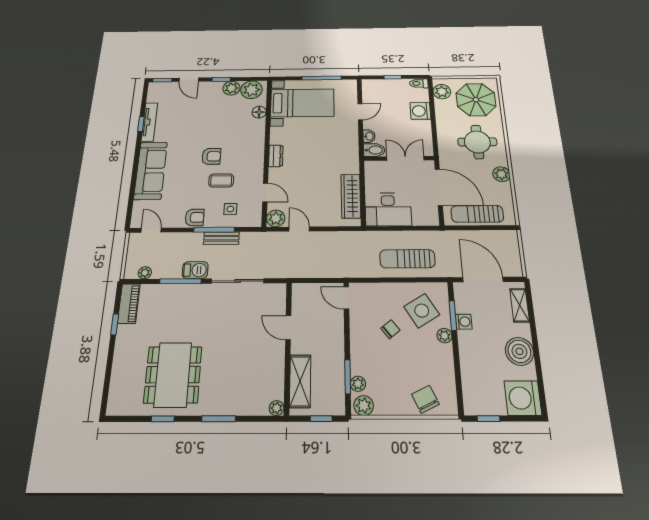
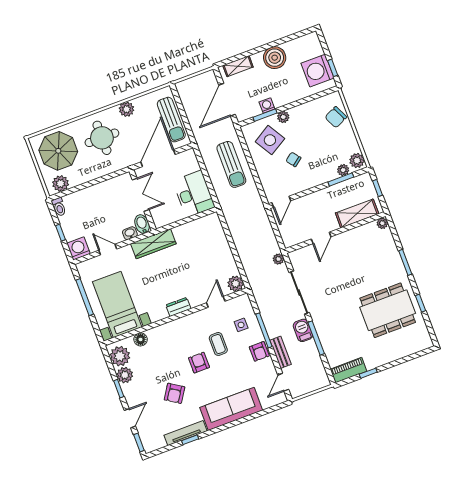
washing machine: (420, 111) -> (78, 248), moved, turned 180
armchair: (192, 125) -> (174, 393), added
double door: (405, 158) -> (141, 195), swing flipped
wardrobe: (351, 196) -> (153, 244), moved
armchair: (195, 217) -> (259, 351), turned 180
door: (299, 229) -> (238, 261), removed
bench: (221, 238) -> (281, 352), moved
plant: (145, 273) -> (278, 259), moved
washing machine: (523, 398) -> (318, 71), moved, turned 90

